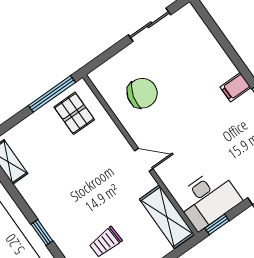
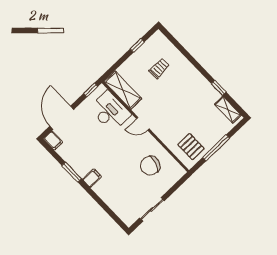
window: (52, 94) -> (216, 148), moved
desk: (208, 199) -> (110, 111), moved, turned 90
window: (42, 233) -> (219, 88), moved

